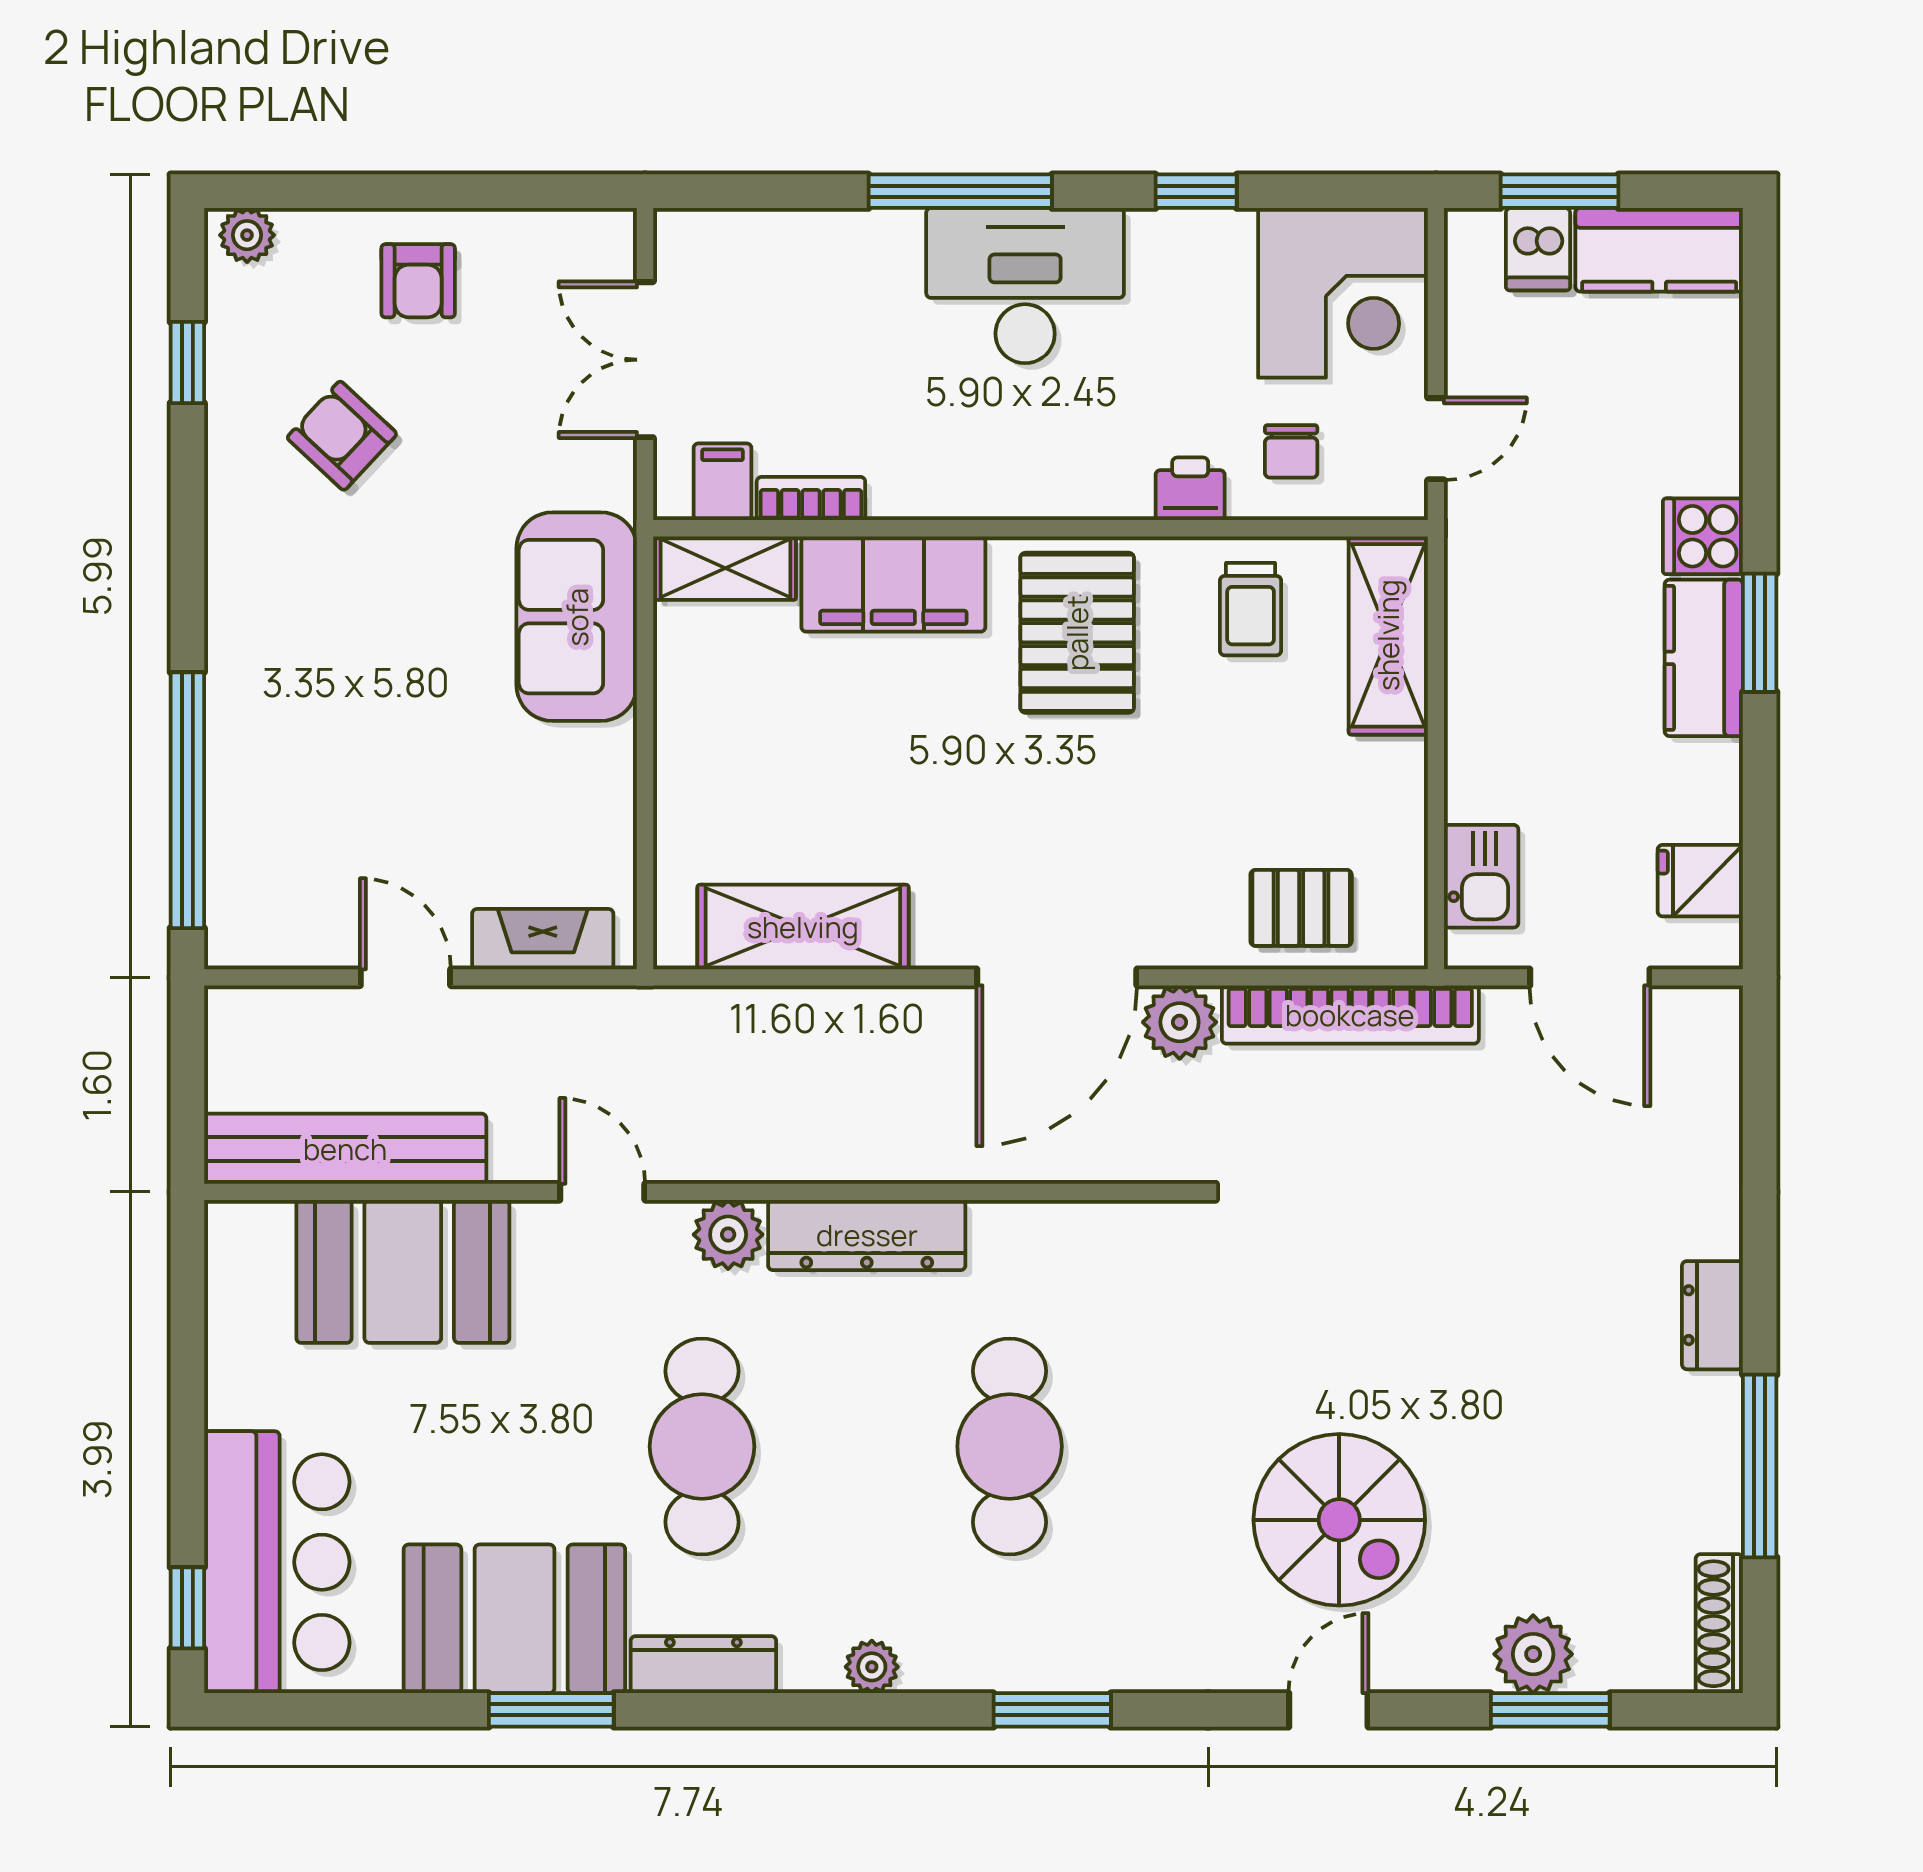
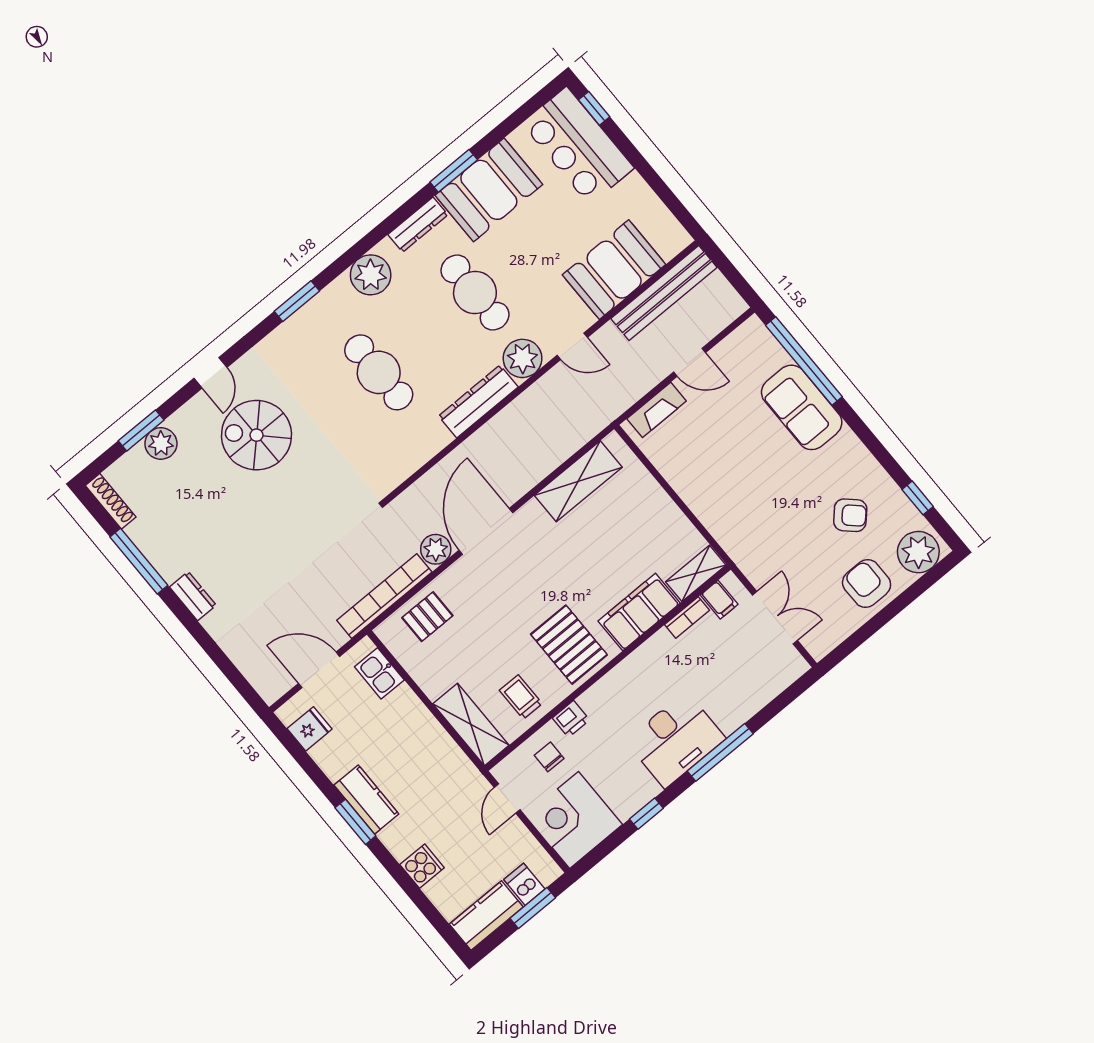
plant: (247, 235) -> (918, 552), width x1.87, depth x1.87
armchair: (418, 281) -> (867, 584), width x1.38, depth x1.38
cooker: (1703, 536) -> (422, 866), moved
sofa: (577, 617) -> (802, 407), moved, turned 180
plant: (728, 1235) -> (523, 358), width x1.36, depth x1.36
plant: (872, 1667) -> (371, 275), width x1.88, depth x1.88

